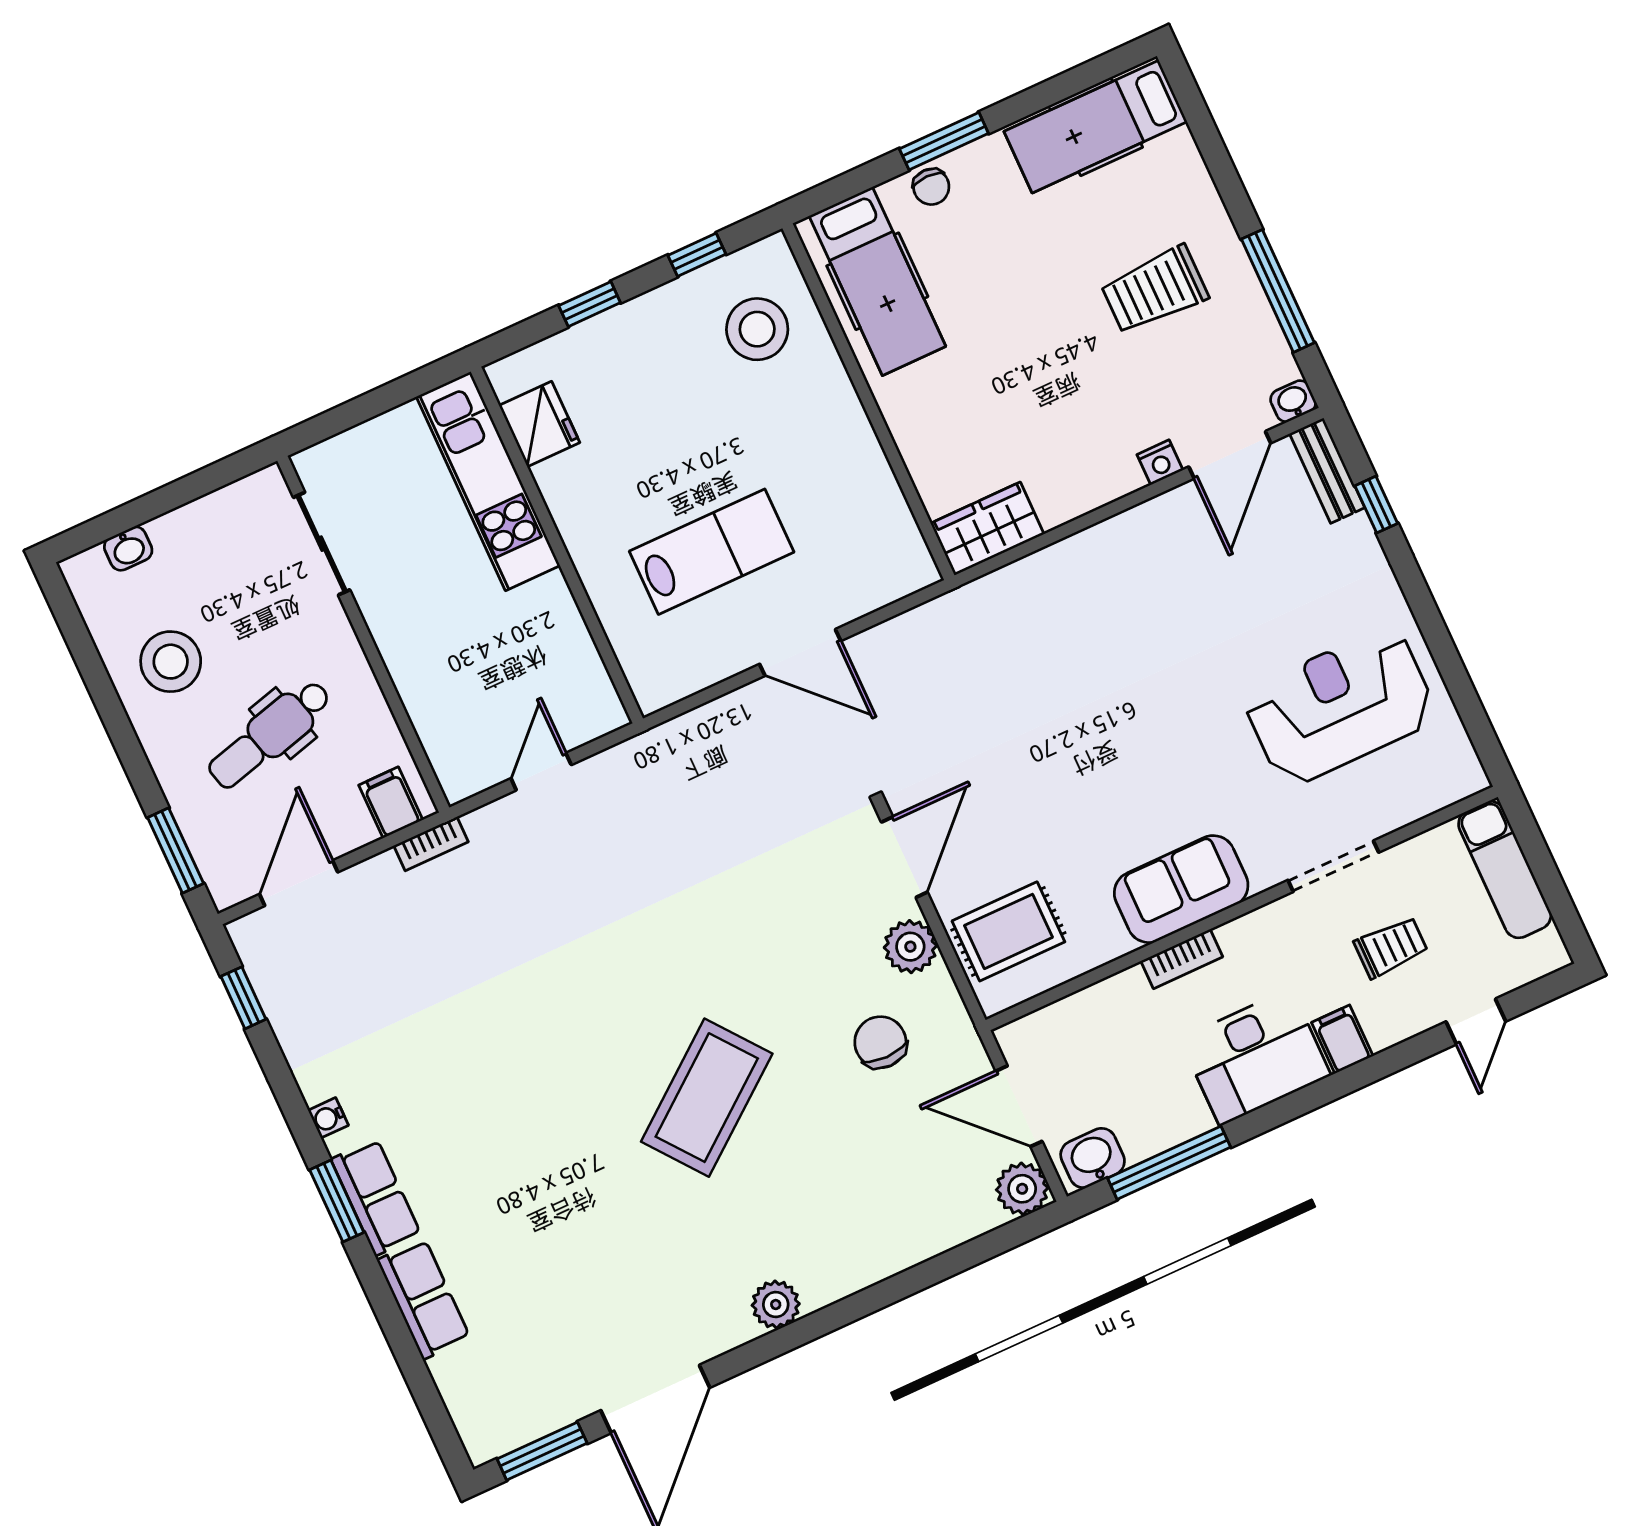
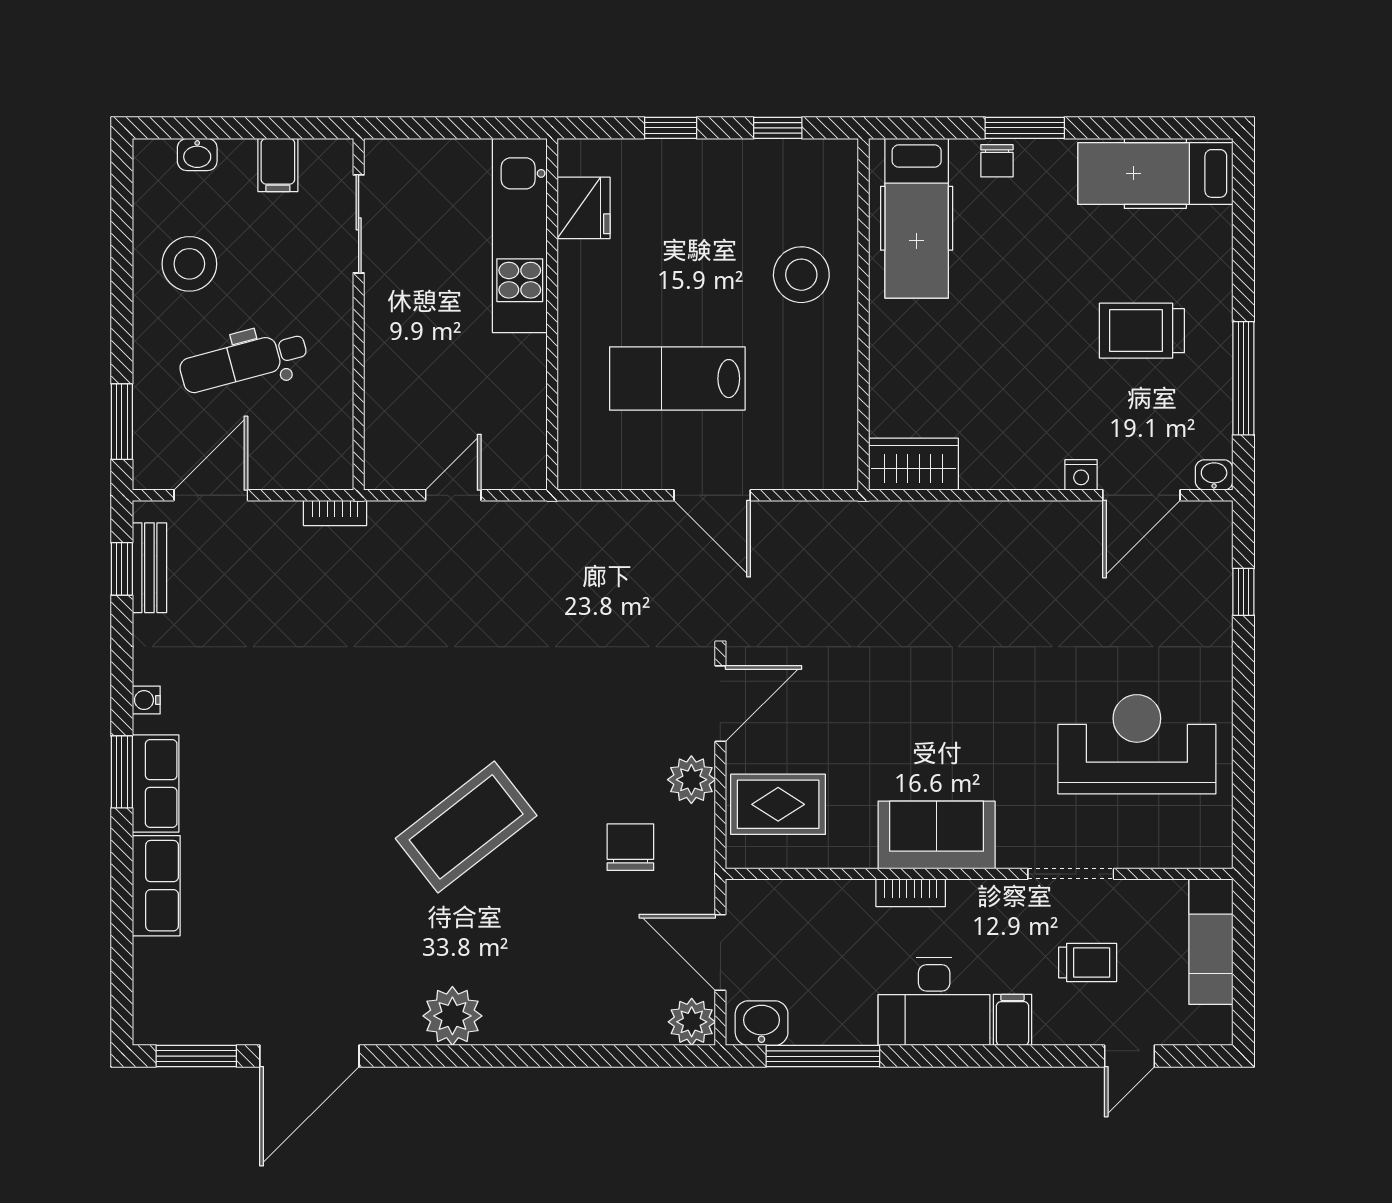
stool: (757, 329) -> (801, 275), moved
bench: (1327, 471) -> (149, 568), moved
lab bench: (712, 552) -> (677, 379), turned 180
filing cabinet: (391, 802) -> (278, 165), moved, turned 180
plant: (776, 1305) -> (452, 1016), width x1.36, depth x1.36

